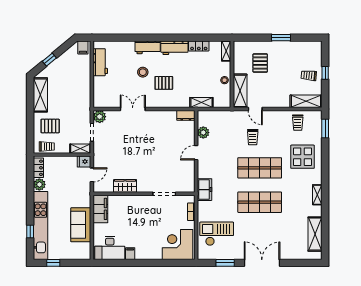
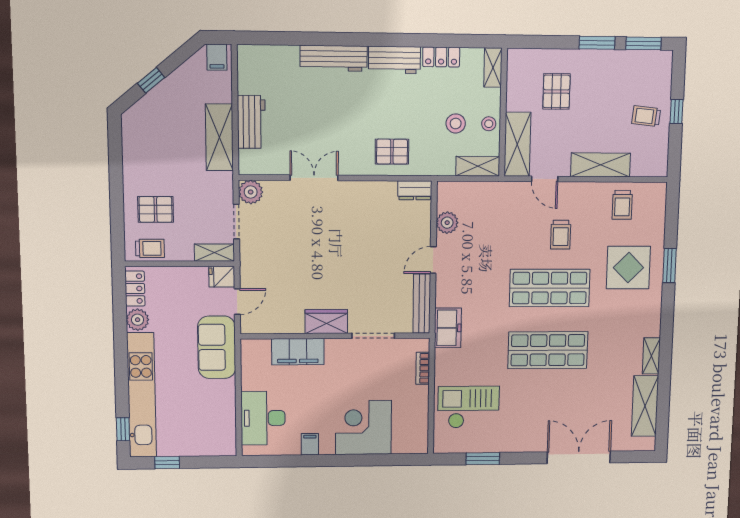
window: (306, 38) -> (643, 43), added
workbench: (148, 47) -> (334, 58), width x1.38
workbench: (100, 62) -> (251, 122), moved
stool: (143, 72) -> (456, 123), moved
pallet: (164, 83) -> (392, 152), moved
shelving: (40, 95) -> (219, 137), moved
shelving: (306, 101) -> (601, 165), moved
shelving: (201, 103) -> (478, 166), moved
window: (325, 129) -> (669, 266), moved
trolley: (253, 137) -> (561, 235), moved
bench: (190, 176) -> (422, 304), added
wardrobe: (125, 186) -> (326, 322), moved
shelving: (317, 195) -> (651, 356), moved
filing cabinet: (100, 209) -> (298, 352), moved, turned 90
sofa: (81, 225) -> (217, 347), moved
window: (30, 232) -> (123, 429), moved
corner desk: (178, 245) -> (363, 427), moved
desk: (110, 248) -> (263, 418), moved, turned 90
double door: (262, 263) -> (579, 457), moved

